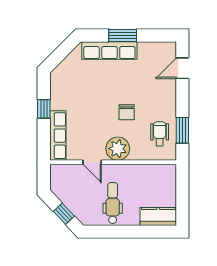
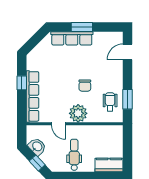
row of seats: (58, 136) -> (32, 96), width x1.36
washbasin: (64, 192) -> (37, 147), added

